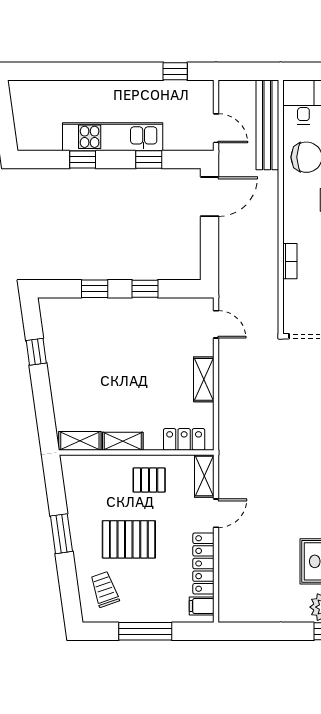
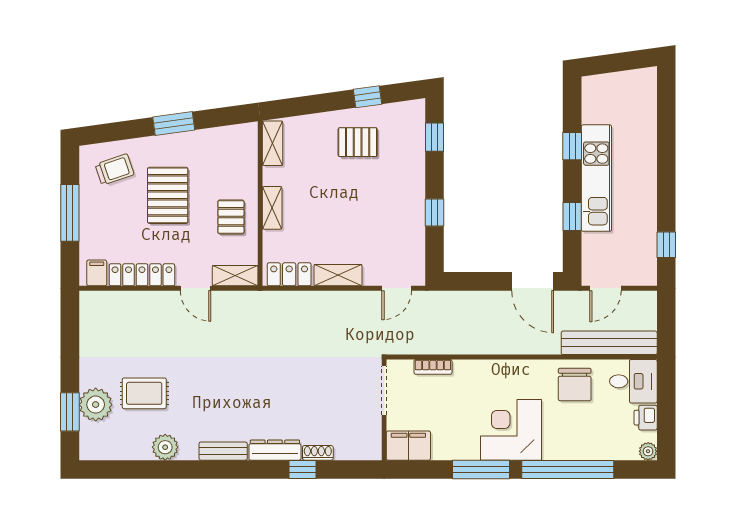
bookcase: (290, 261) -> (433, 367), moved
window: (95, 289) -> (435, 137), moved
pallet: (79, 361) -> (358, 142), added
locker: (184, 439) -> (289, 274), moved, turned -90
shelving: (123, 441) -> (272, 208), moved

